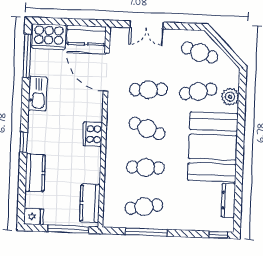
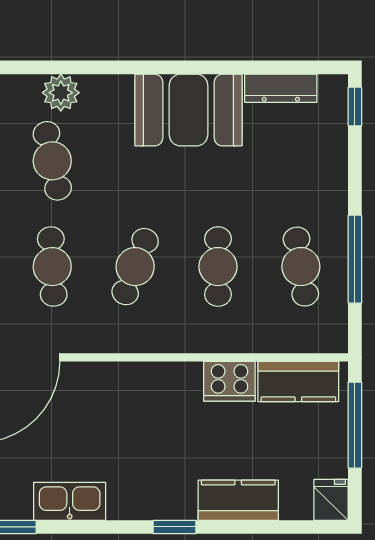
cooker: (93, 134) -> (229, 381), moved
booth: (213, 147) -> (188, 110), width x0.73, depth x0.70

